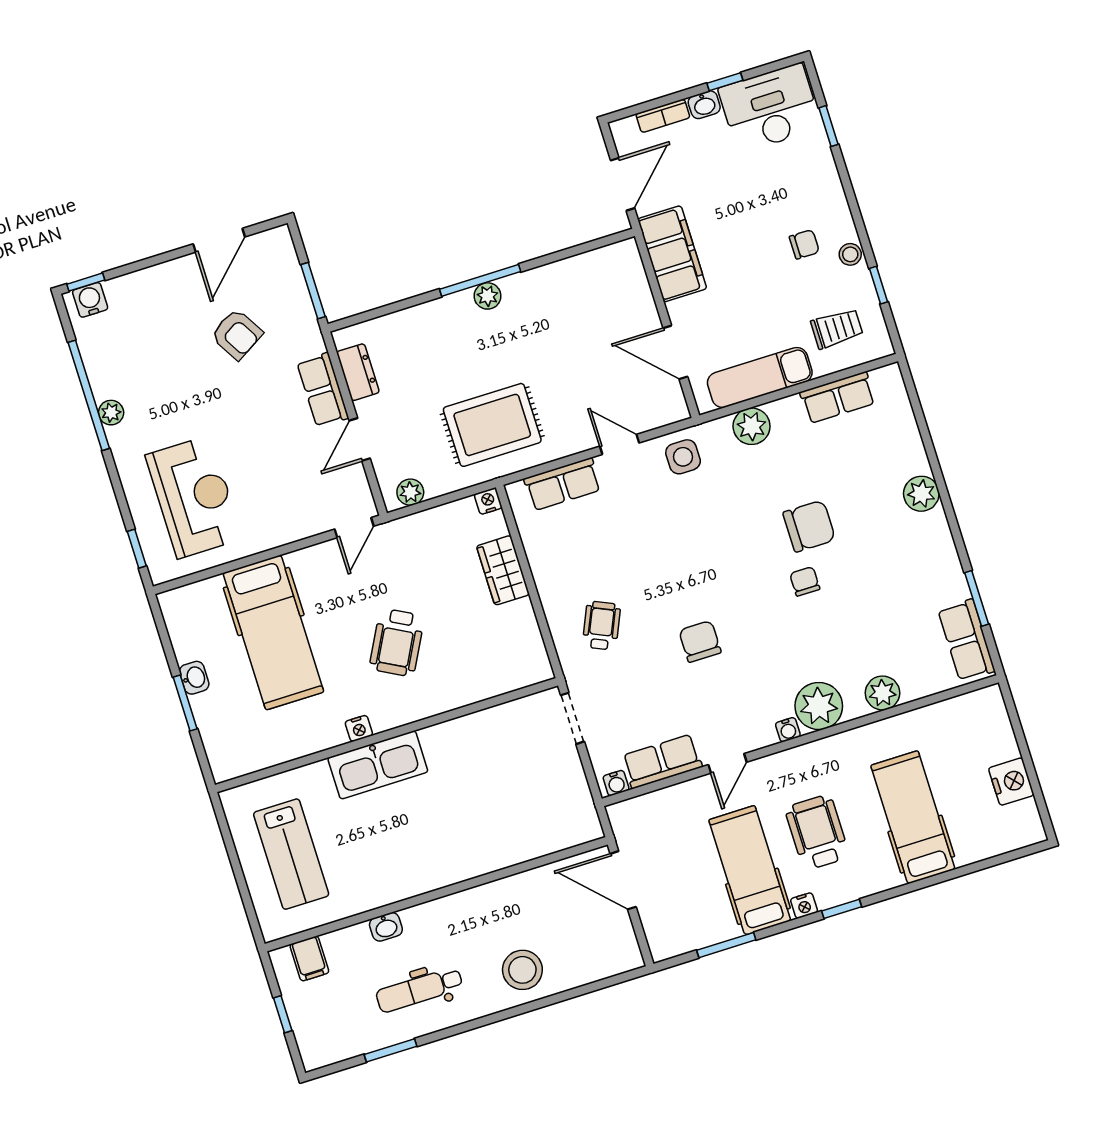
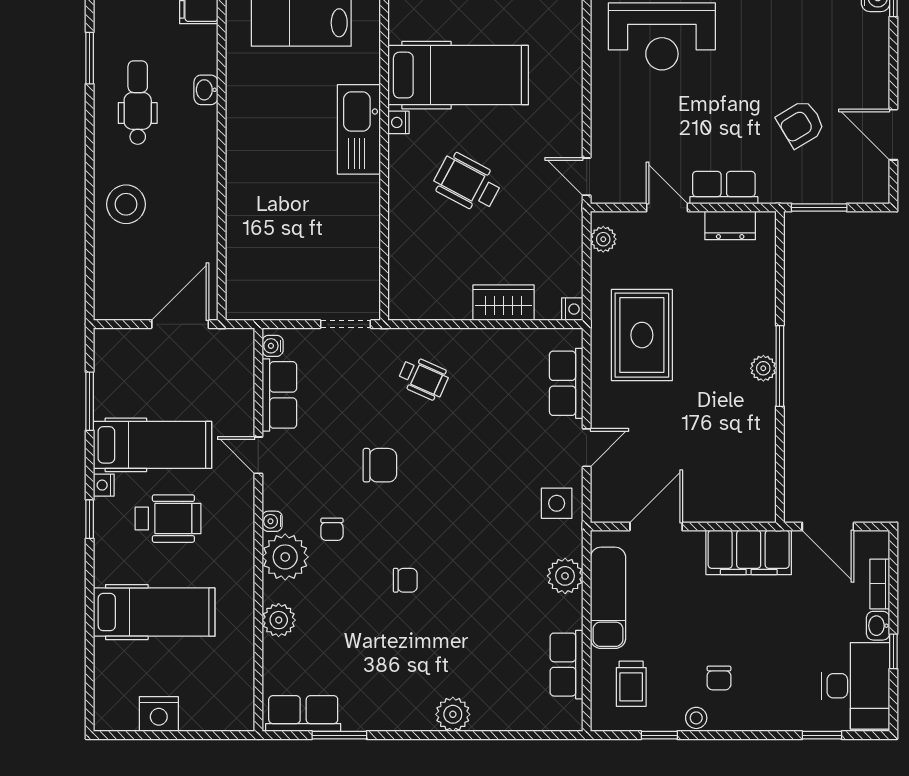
chair: (809, 526) -> (332, 529), moved, width x0.54, depth x0.54
hospital bed: (273, 632) -> (458, 75), moved, turned 180

